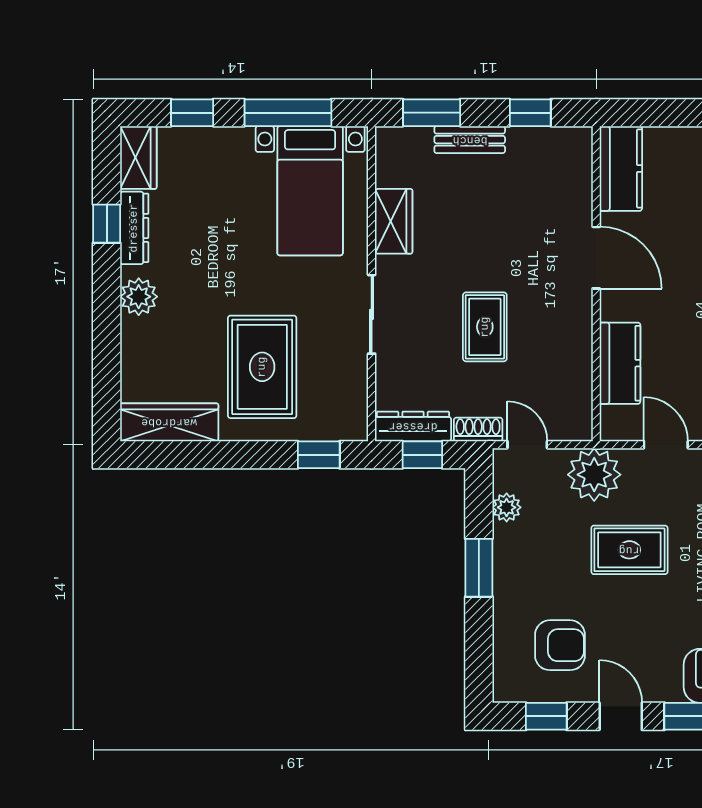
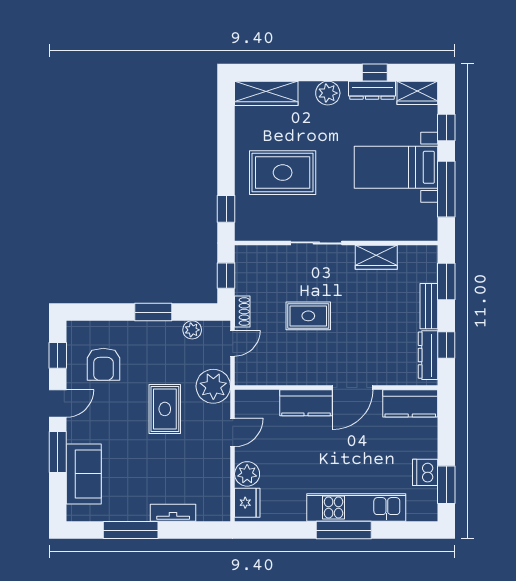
bed with nightstands: (310, 191) -> (396, 167), moved
kitchen counter: (620, 363) -> (306, 403), moved
wardrobe: (169, 422) -> (266, 93), moved, turned 90
dresser: (413, 426) -> (428, 355), moved, turned 180

